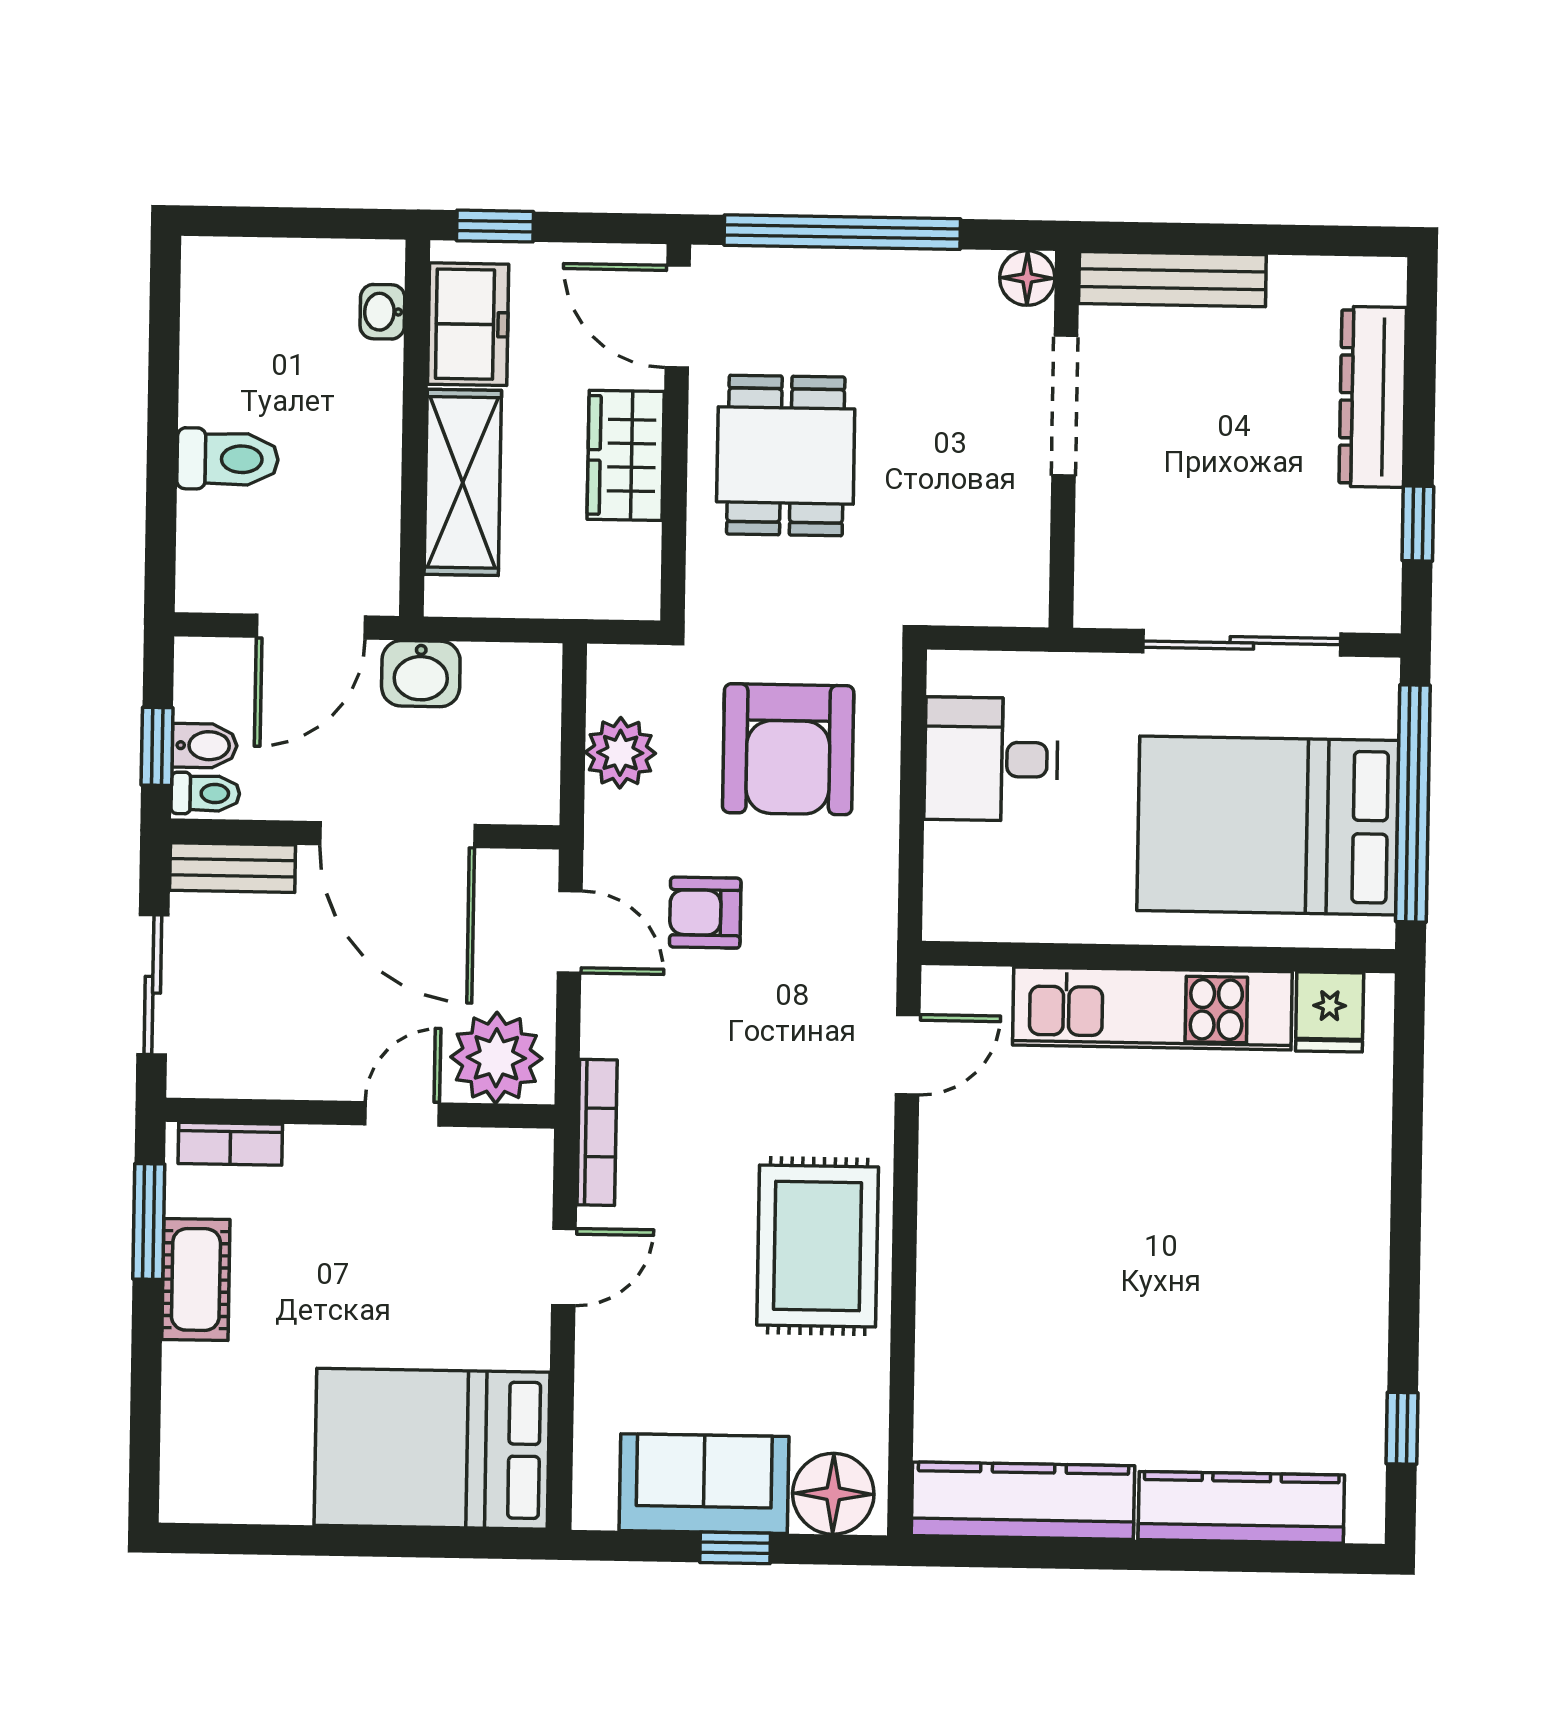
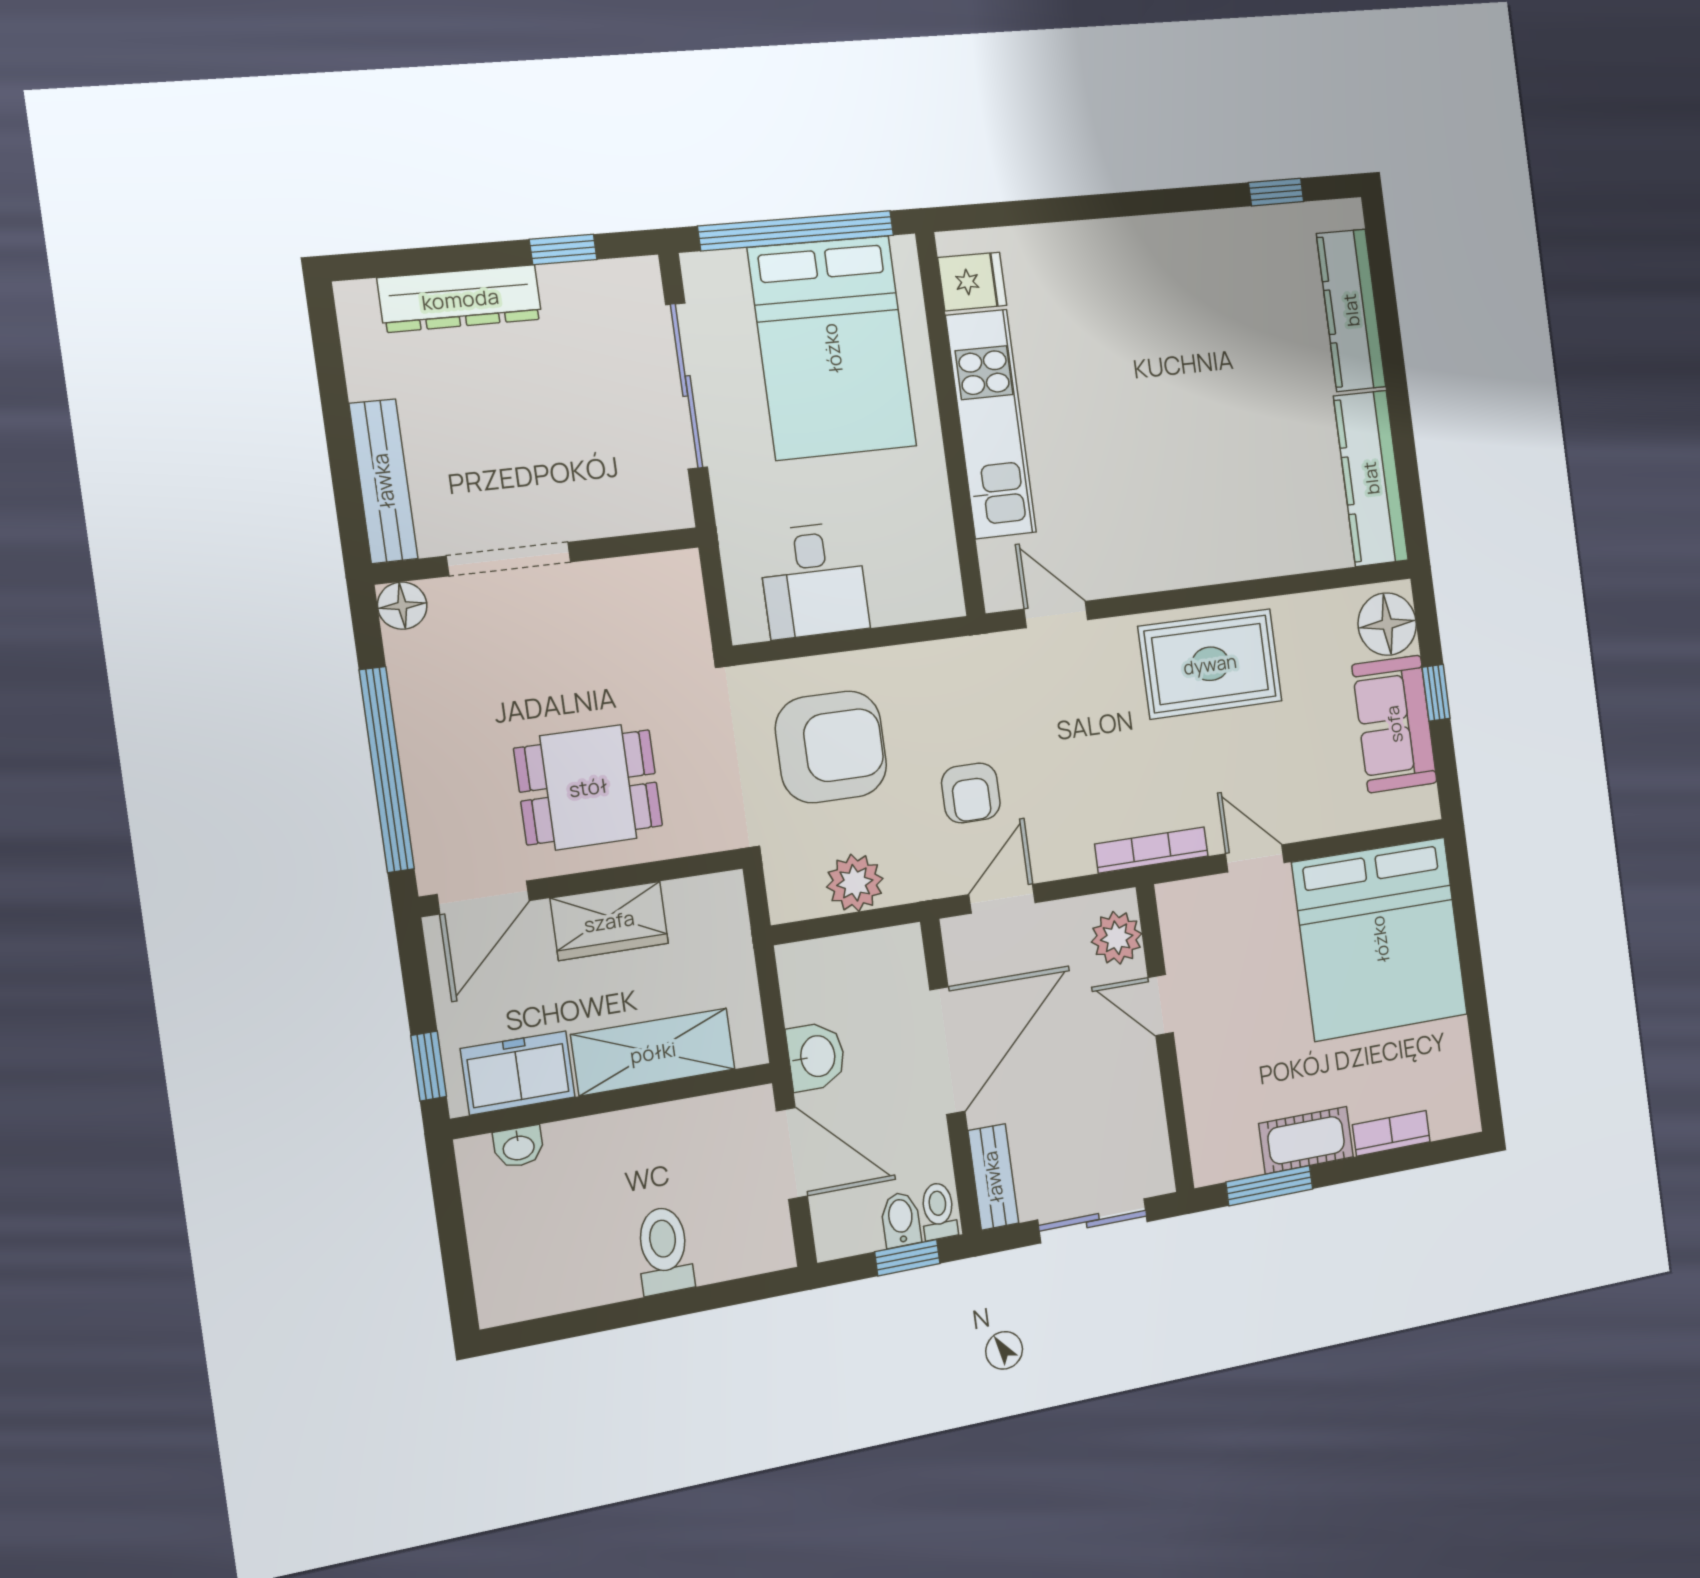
plant: (496, 1058) -> (1117, 938), width x0.73, depth x0.73
bookcase: (230, 1144) -> (1391, 1133), moved, turned -90
bed: (432, 1449) -> (1380, 939), width x1.36

